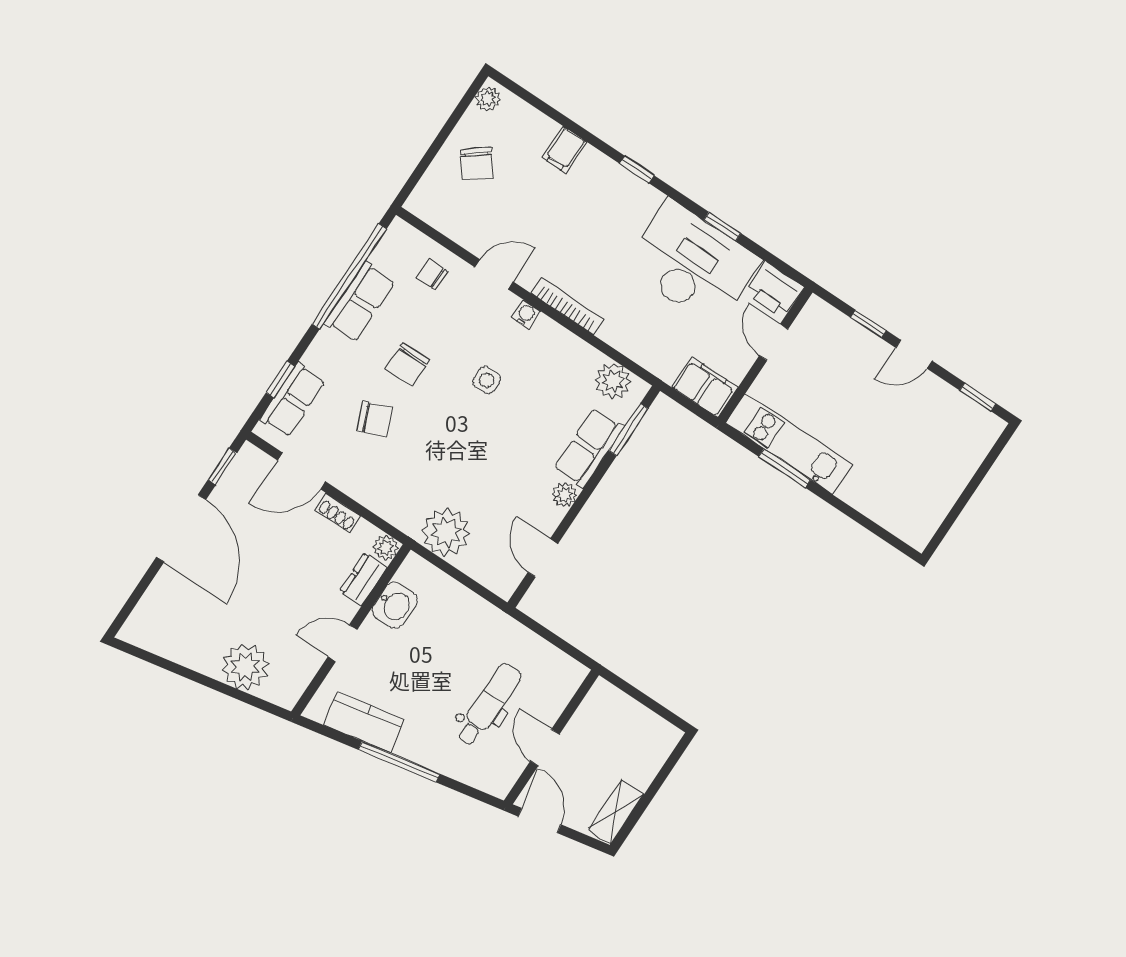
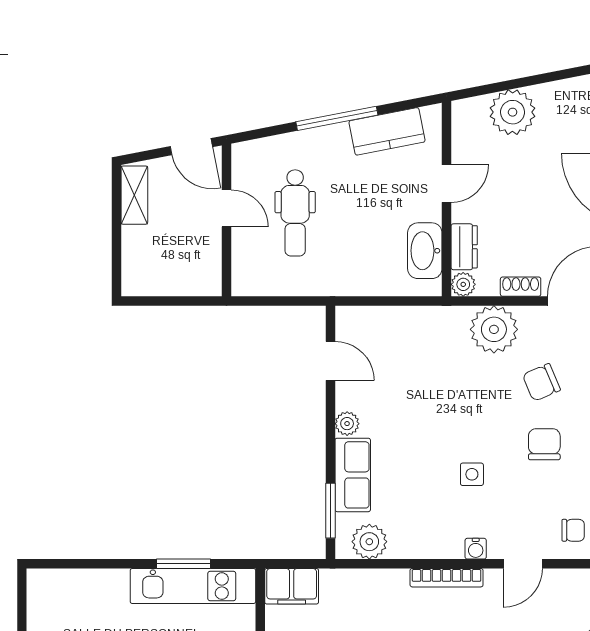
plant: (446, 532) -> (494, 329), moved
washbasin: (395, 605) -> (425, 251), width x1.38

